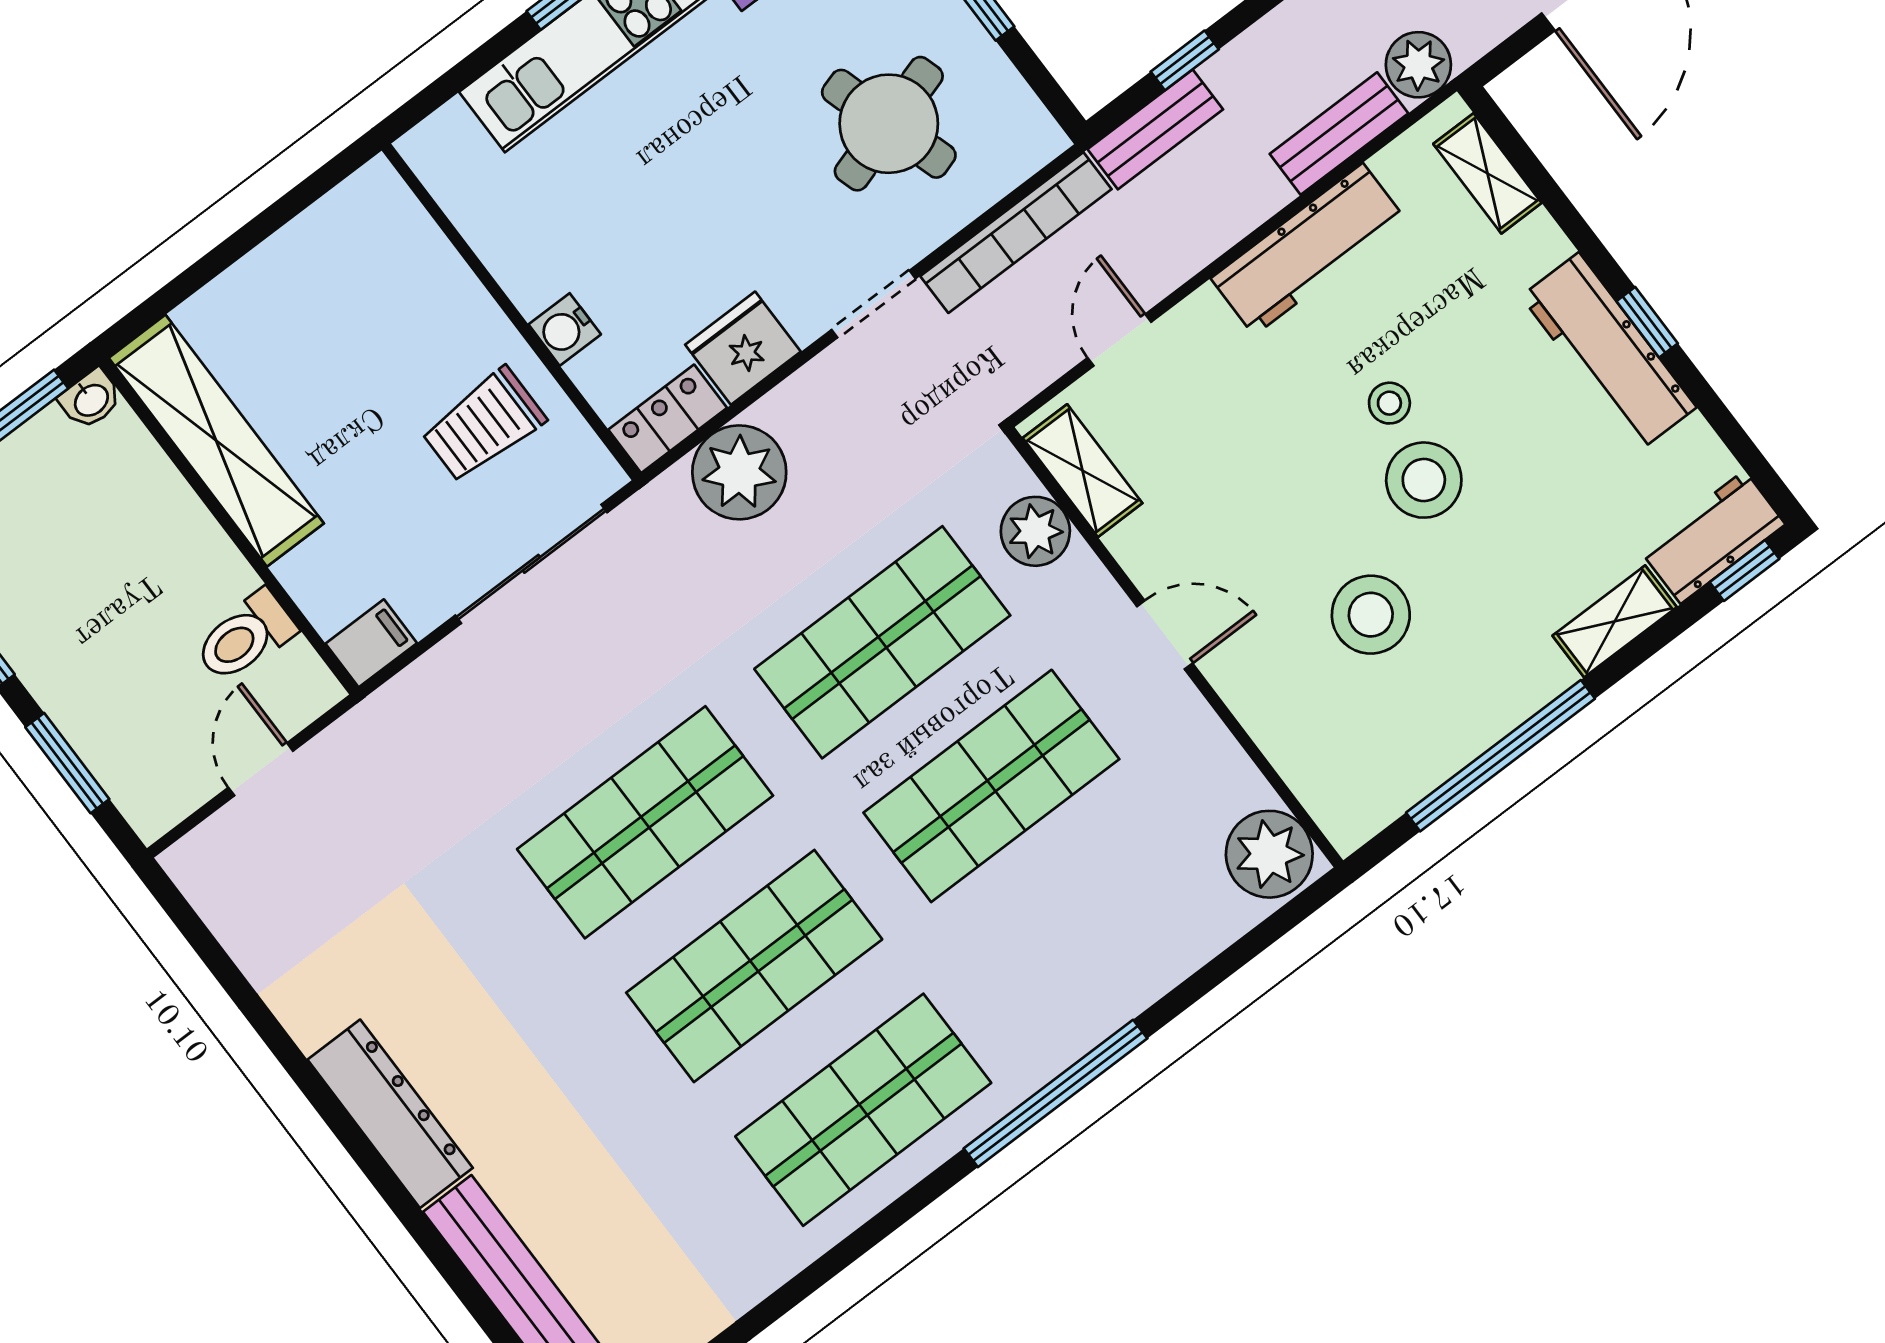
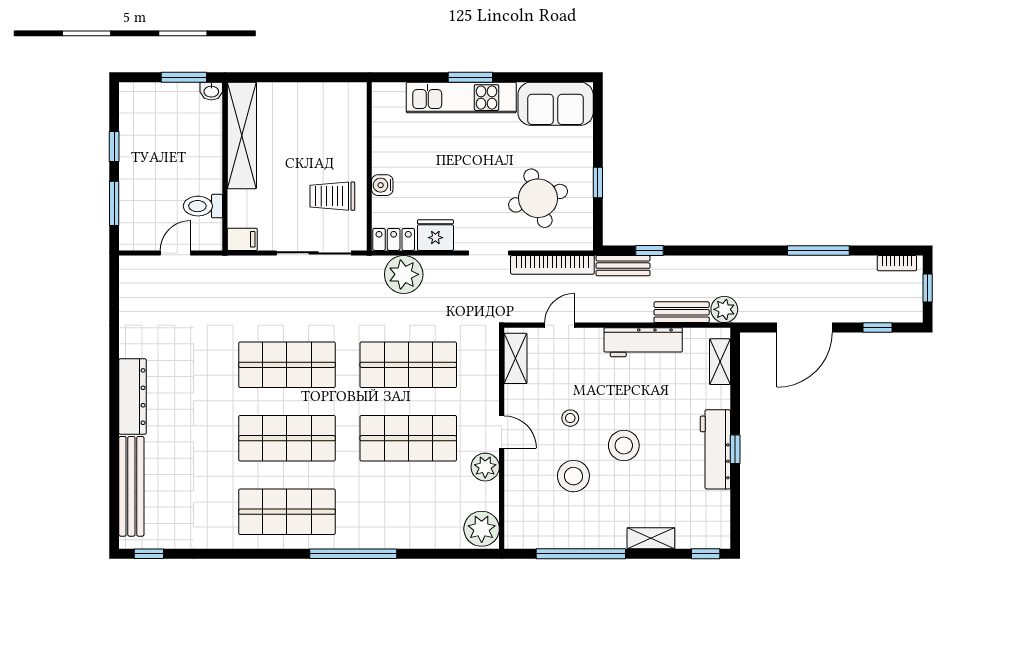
stool: (1389, 403) -> (570, 418), moved
plant: (1035, 531) -> (485, 467), moved
workbench: (1713, 537) -> (703, 535), removed

